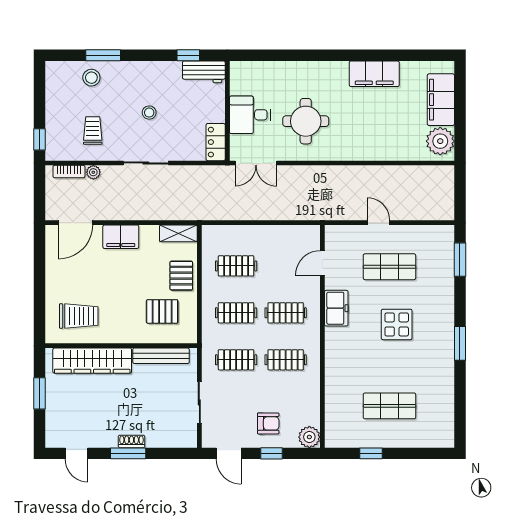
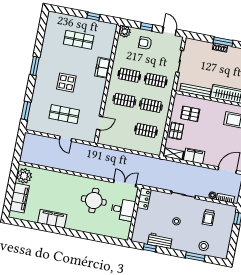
workbench: (204, 72) -> (160, 241), moved
filing cabinet: (121, 237) -> (194, 156), moved
freezer: (336, 308) -> (103, 68), moved

